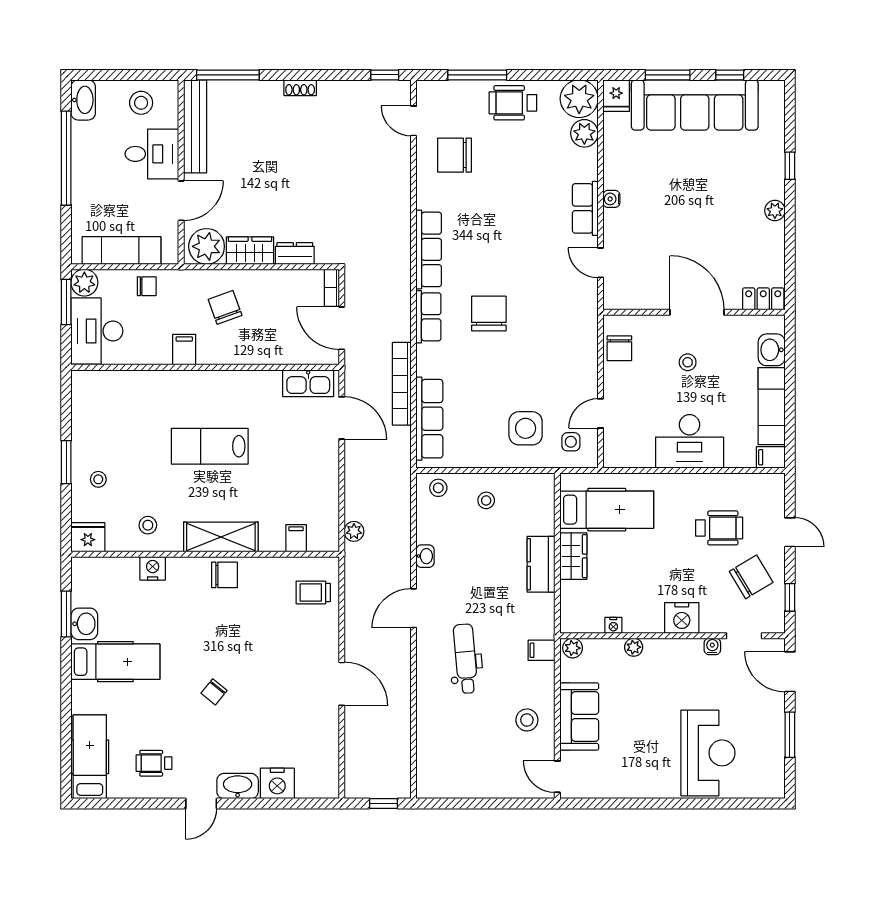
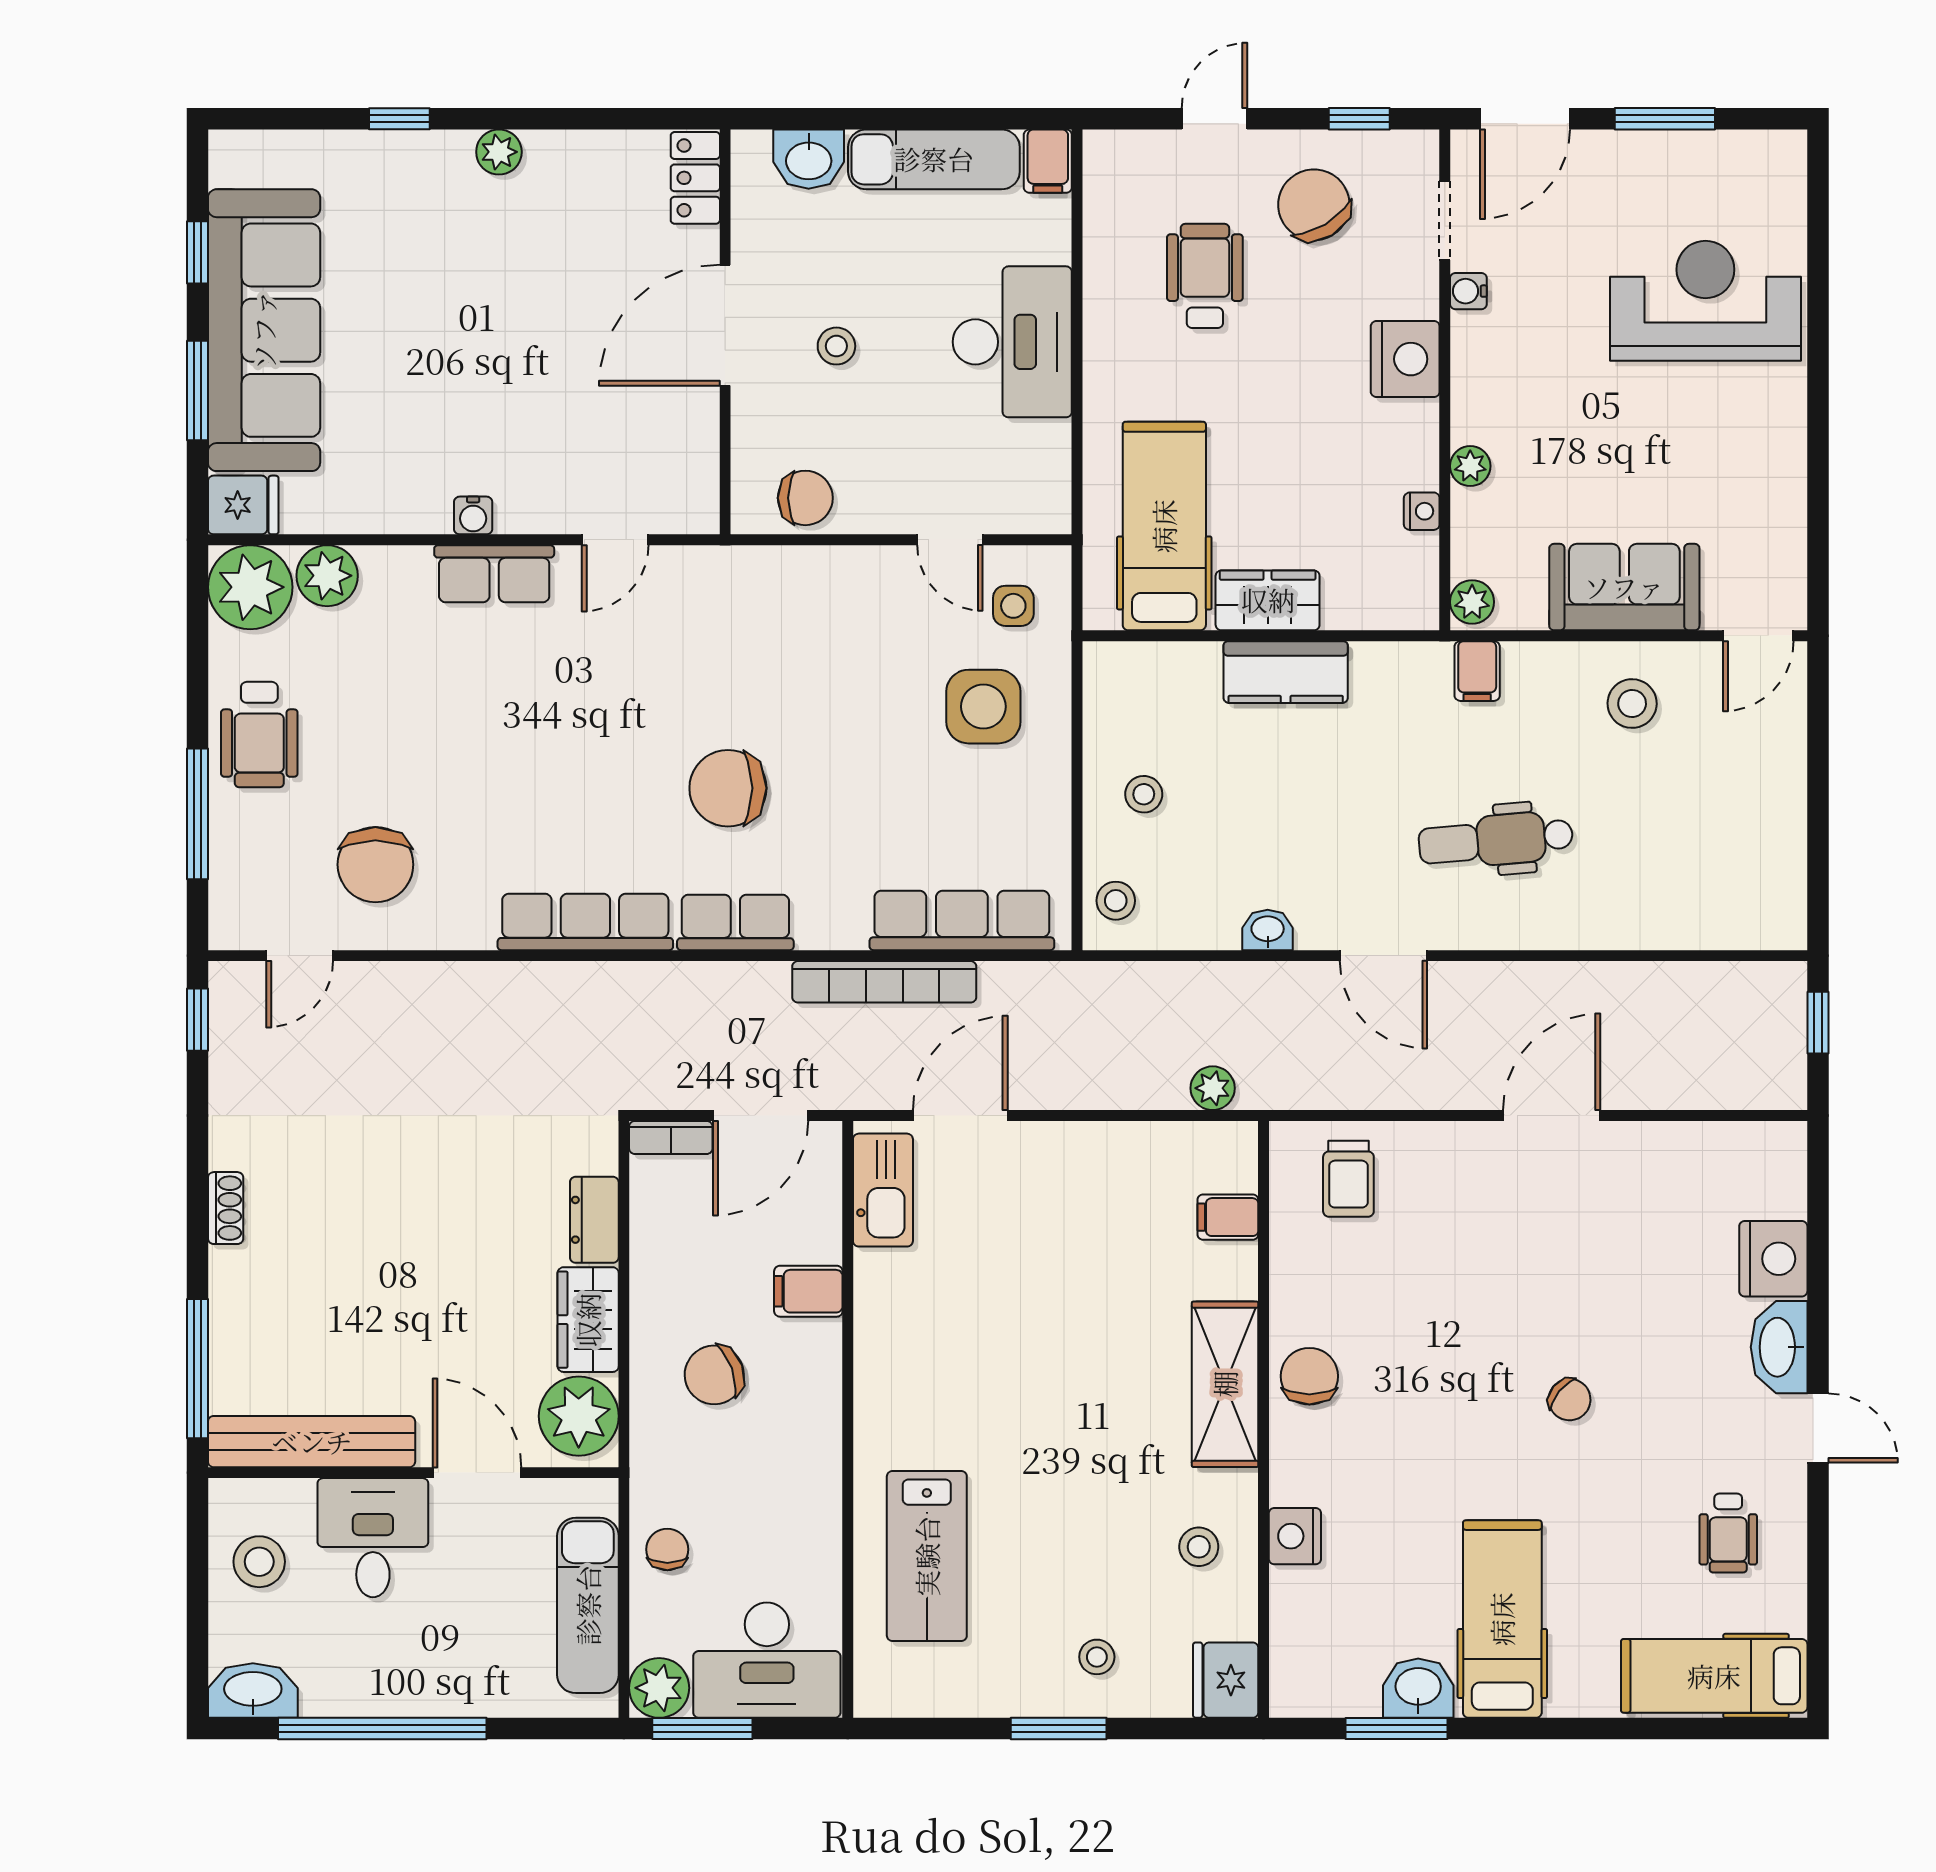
filing cabinet: (184, 350) -> (808, 1291), moved
lab bench: (210, 446) -> (927, 1556), moved

